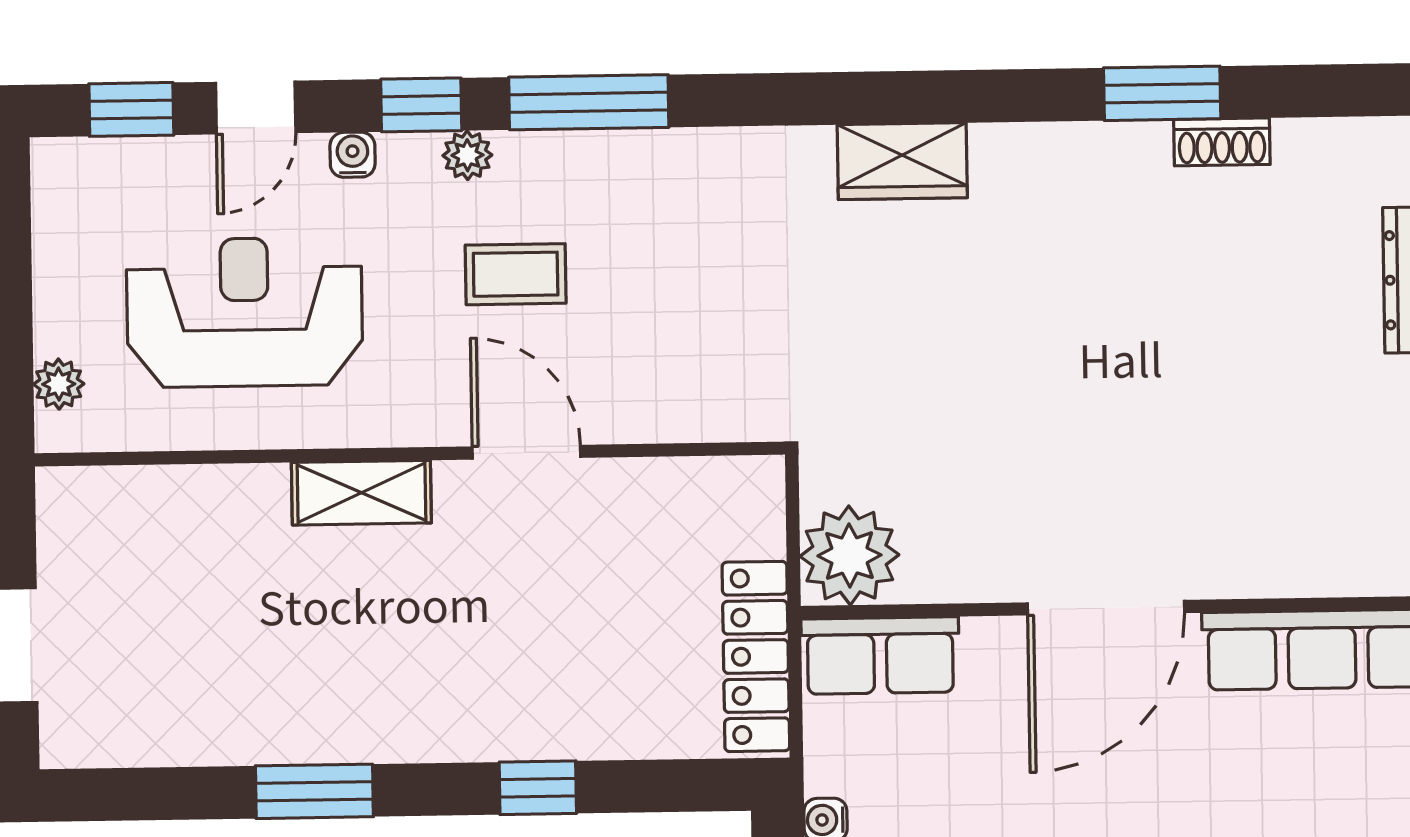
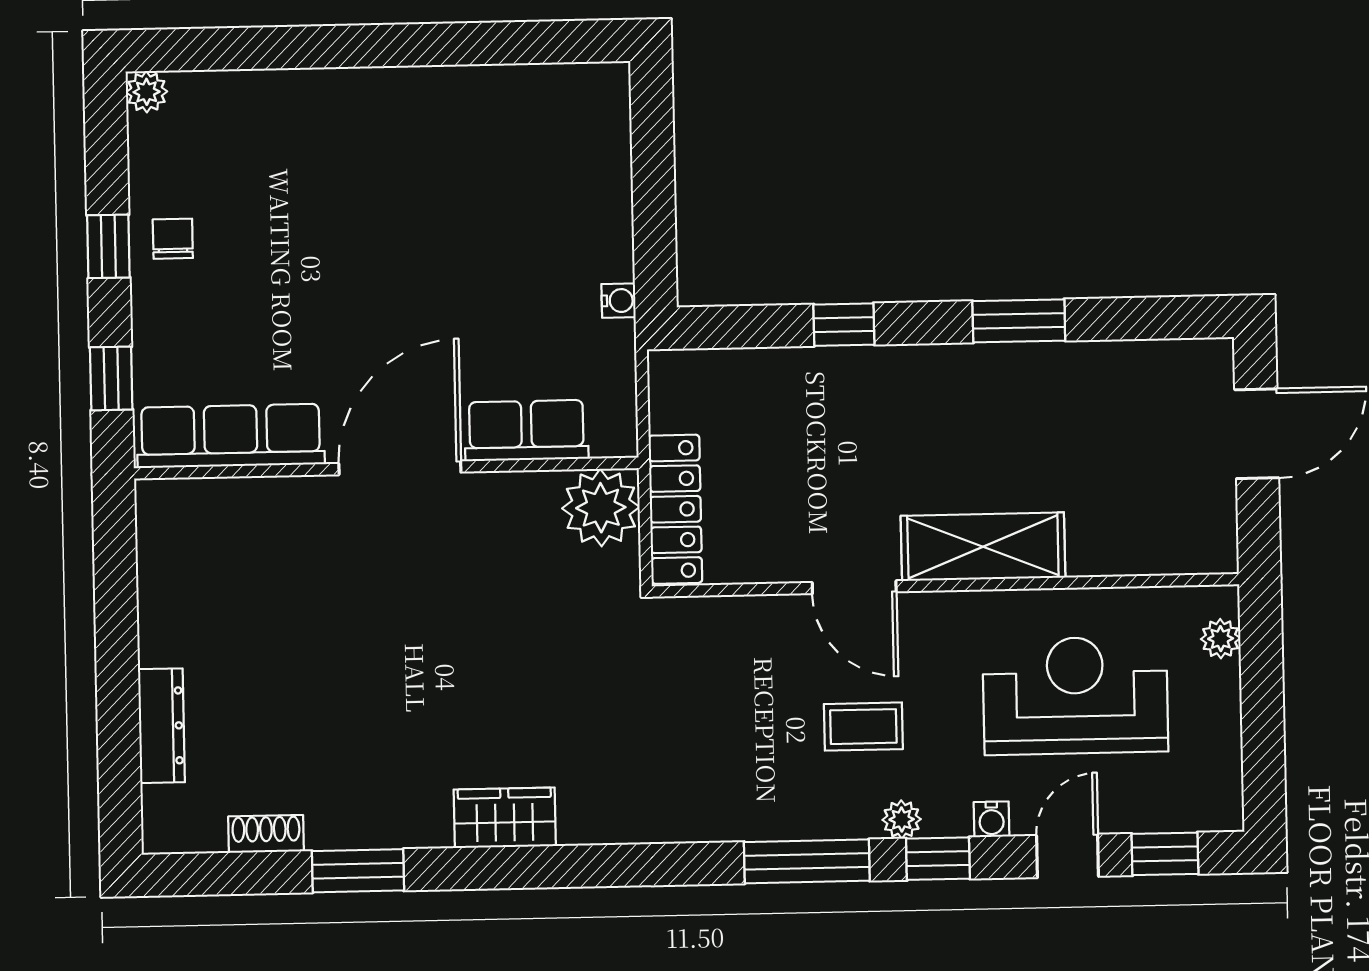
shoe rack: (1222, 142) -> (266, 834), moved
wardrobe: (902, 161) -> (505, 818), moved
reception desk: (245, 312) -> (1075, 696), turned 180
shelving: (361, 493) -> (983, 547), width x1.50, depth x1.33
row of seats: (880, 655) -> (526, 431), moved
locker: (756, 656) -> (675, 509), moved

